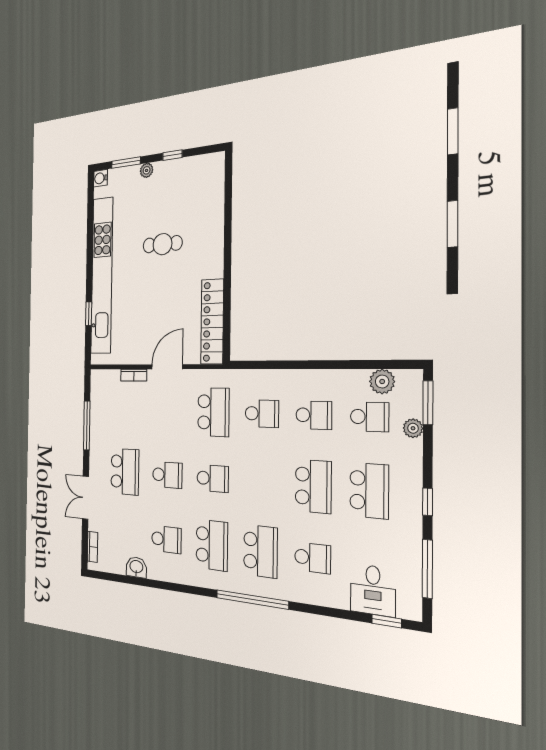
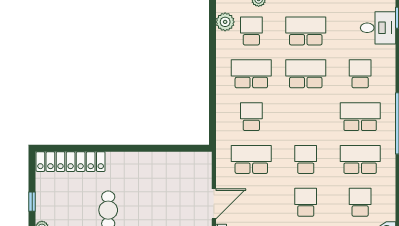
locker: (212, 322) -> (71, 162), moved
door: (167, 367) -> (214, 204), swing flipped
school desk: (314, 415) -> (251, 74), width x1.85

